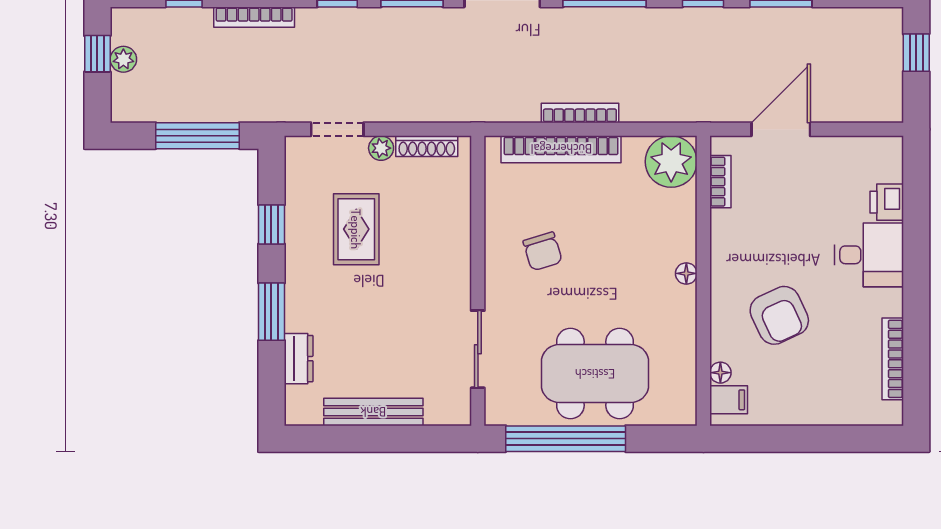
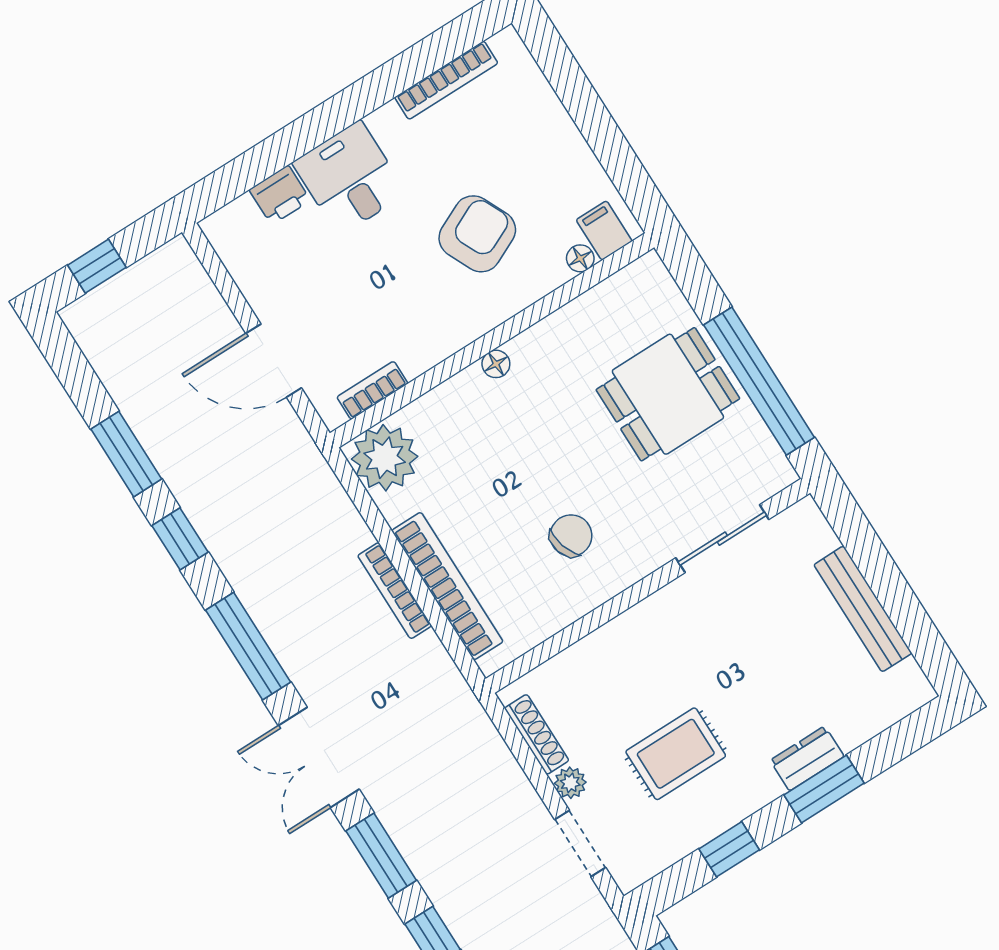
dresser: (299, 359) -> (807, 758), moved
dining table: (595, 374) -> (668, 394), width x0.73

